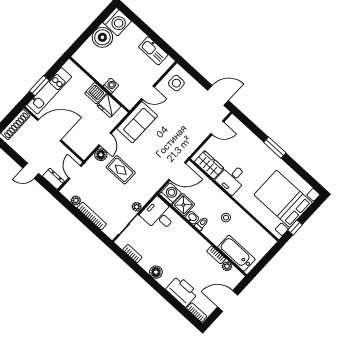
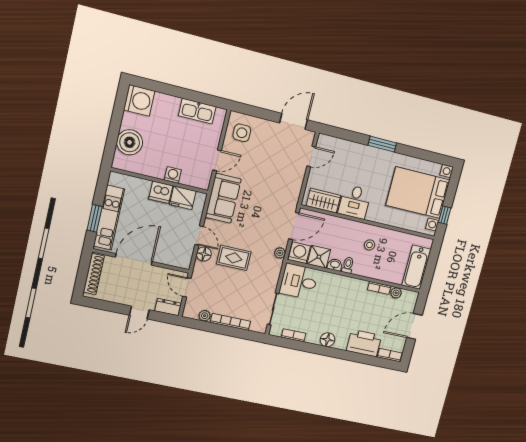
boiler: (102, 37) -> (130, 142), moved
plant: (137, 207) -> (280, 253), moved
bathtub: (236, 253) -> (416, 267), moved, turned -90

